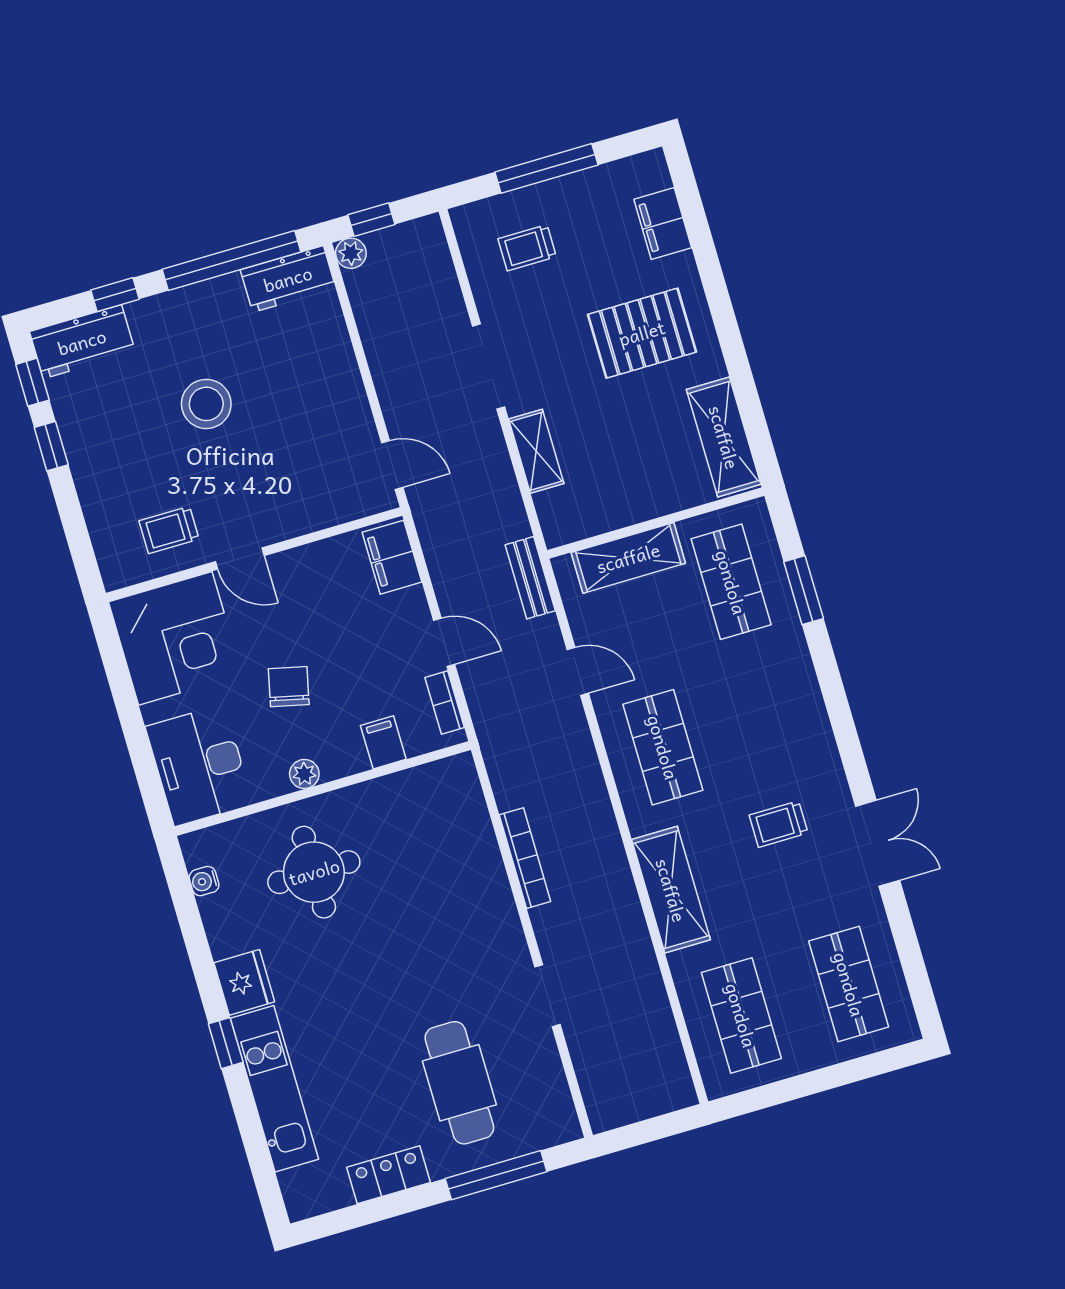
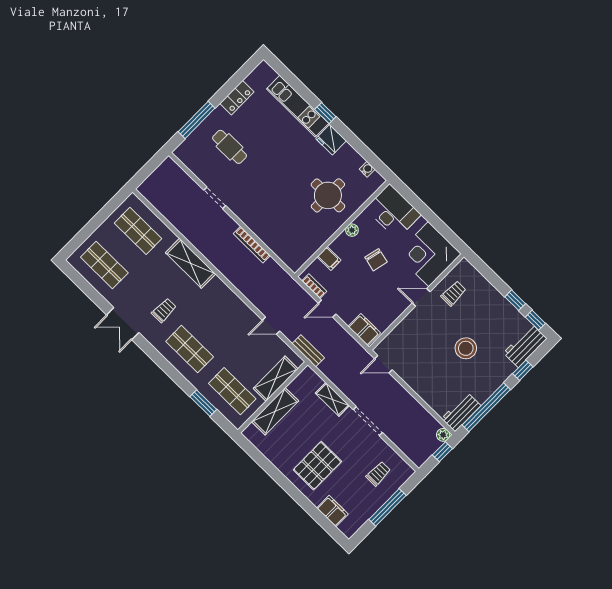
shelving: (724, 437) -> (275, 411), moved, turned 90
shop shelf: (663, 747) -> (190, 349), moved
cafe table: (459, 1083) -> (230, 147), width x0.73, depth x0.74

